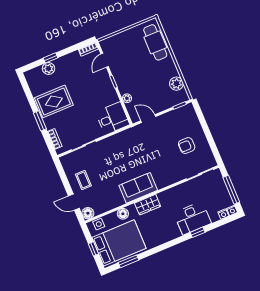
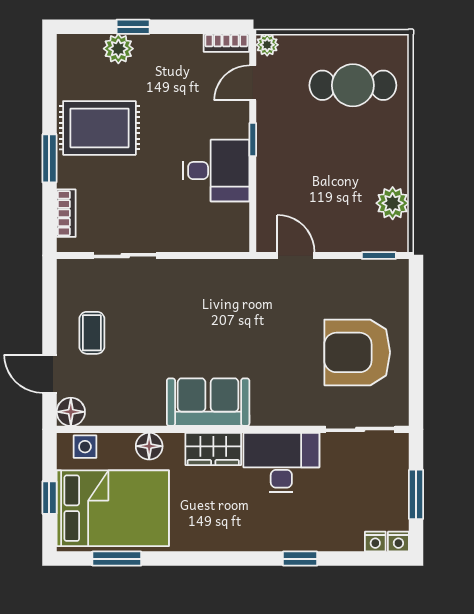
cafe table: (155, 42) -> (353, 85), moved, turned 90
plant: (127, 98) -> (267, 45), moved
desk: (113, 118) -> (216, 171), moved
armchair: (187, 146) -> (357, 352), width x1.88, depth x1.88
window: (231, 190) -> (416, 494), width x0.69
desk: (193, 218) -> (281, 463), moved, turned 180

